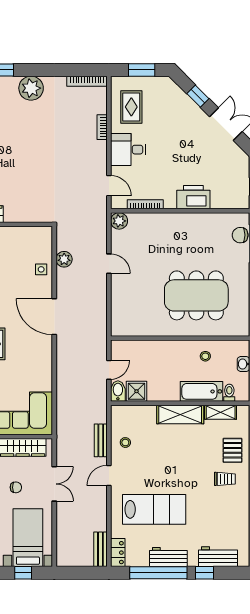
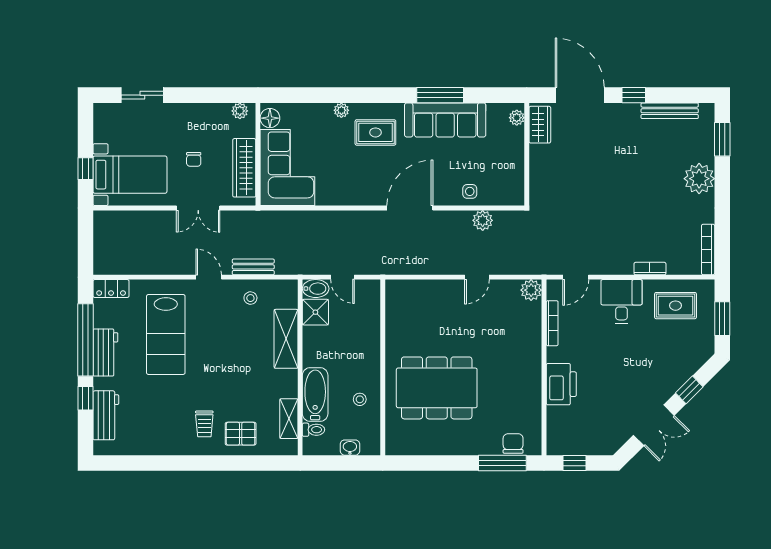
dining table: (196, 295) -> (437, 388), turned 90
shelving: (180, 414) -> (286, 339), moved
bench: (100, 549) -> (115, 266), removed

